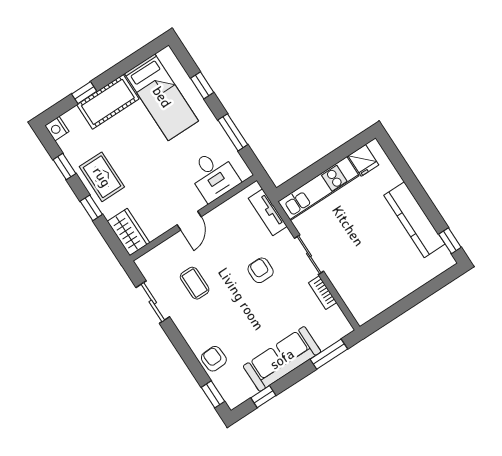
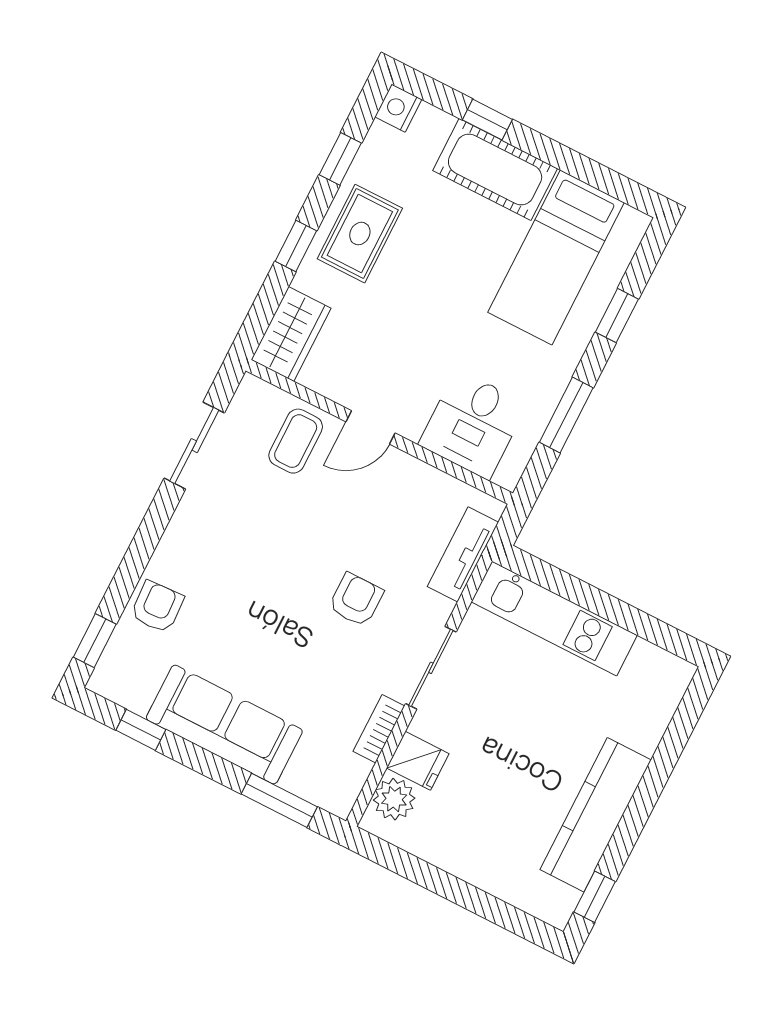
fridge: (363, 160) -> (418, 761), moved, turned -90
coffee table: (195, 283) -> (296, 441), moved
plant: (357, 304) -> (394, 799), added

